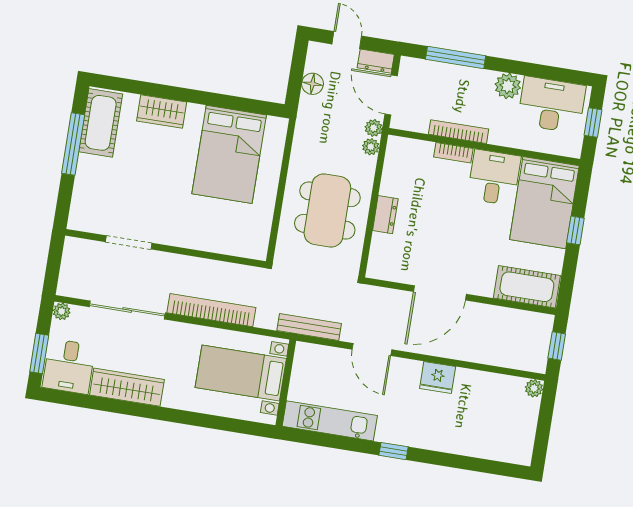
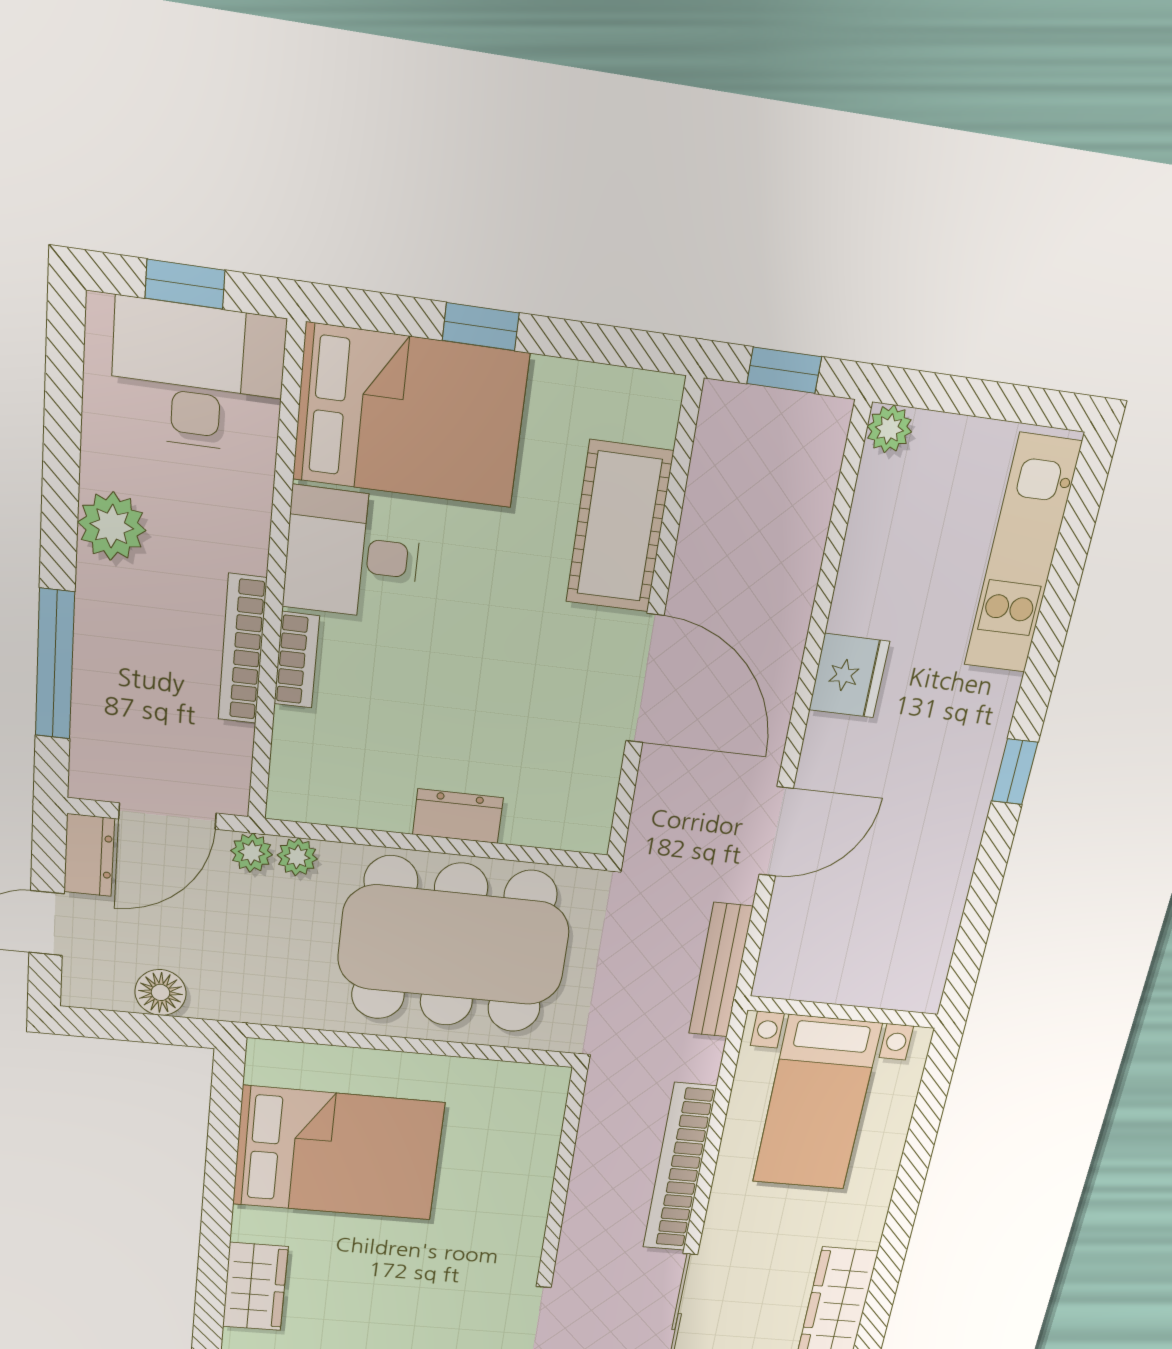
desk: (552, 105) -> (198, 377), moved, turned 90
dining table: (327, 211) -> (454, 945), width x1.36, depth x1.24
cot: (527, 287) -> (619, 527), moved
kitchen unit: (330, 421) -> (1022, 555), moved

